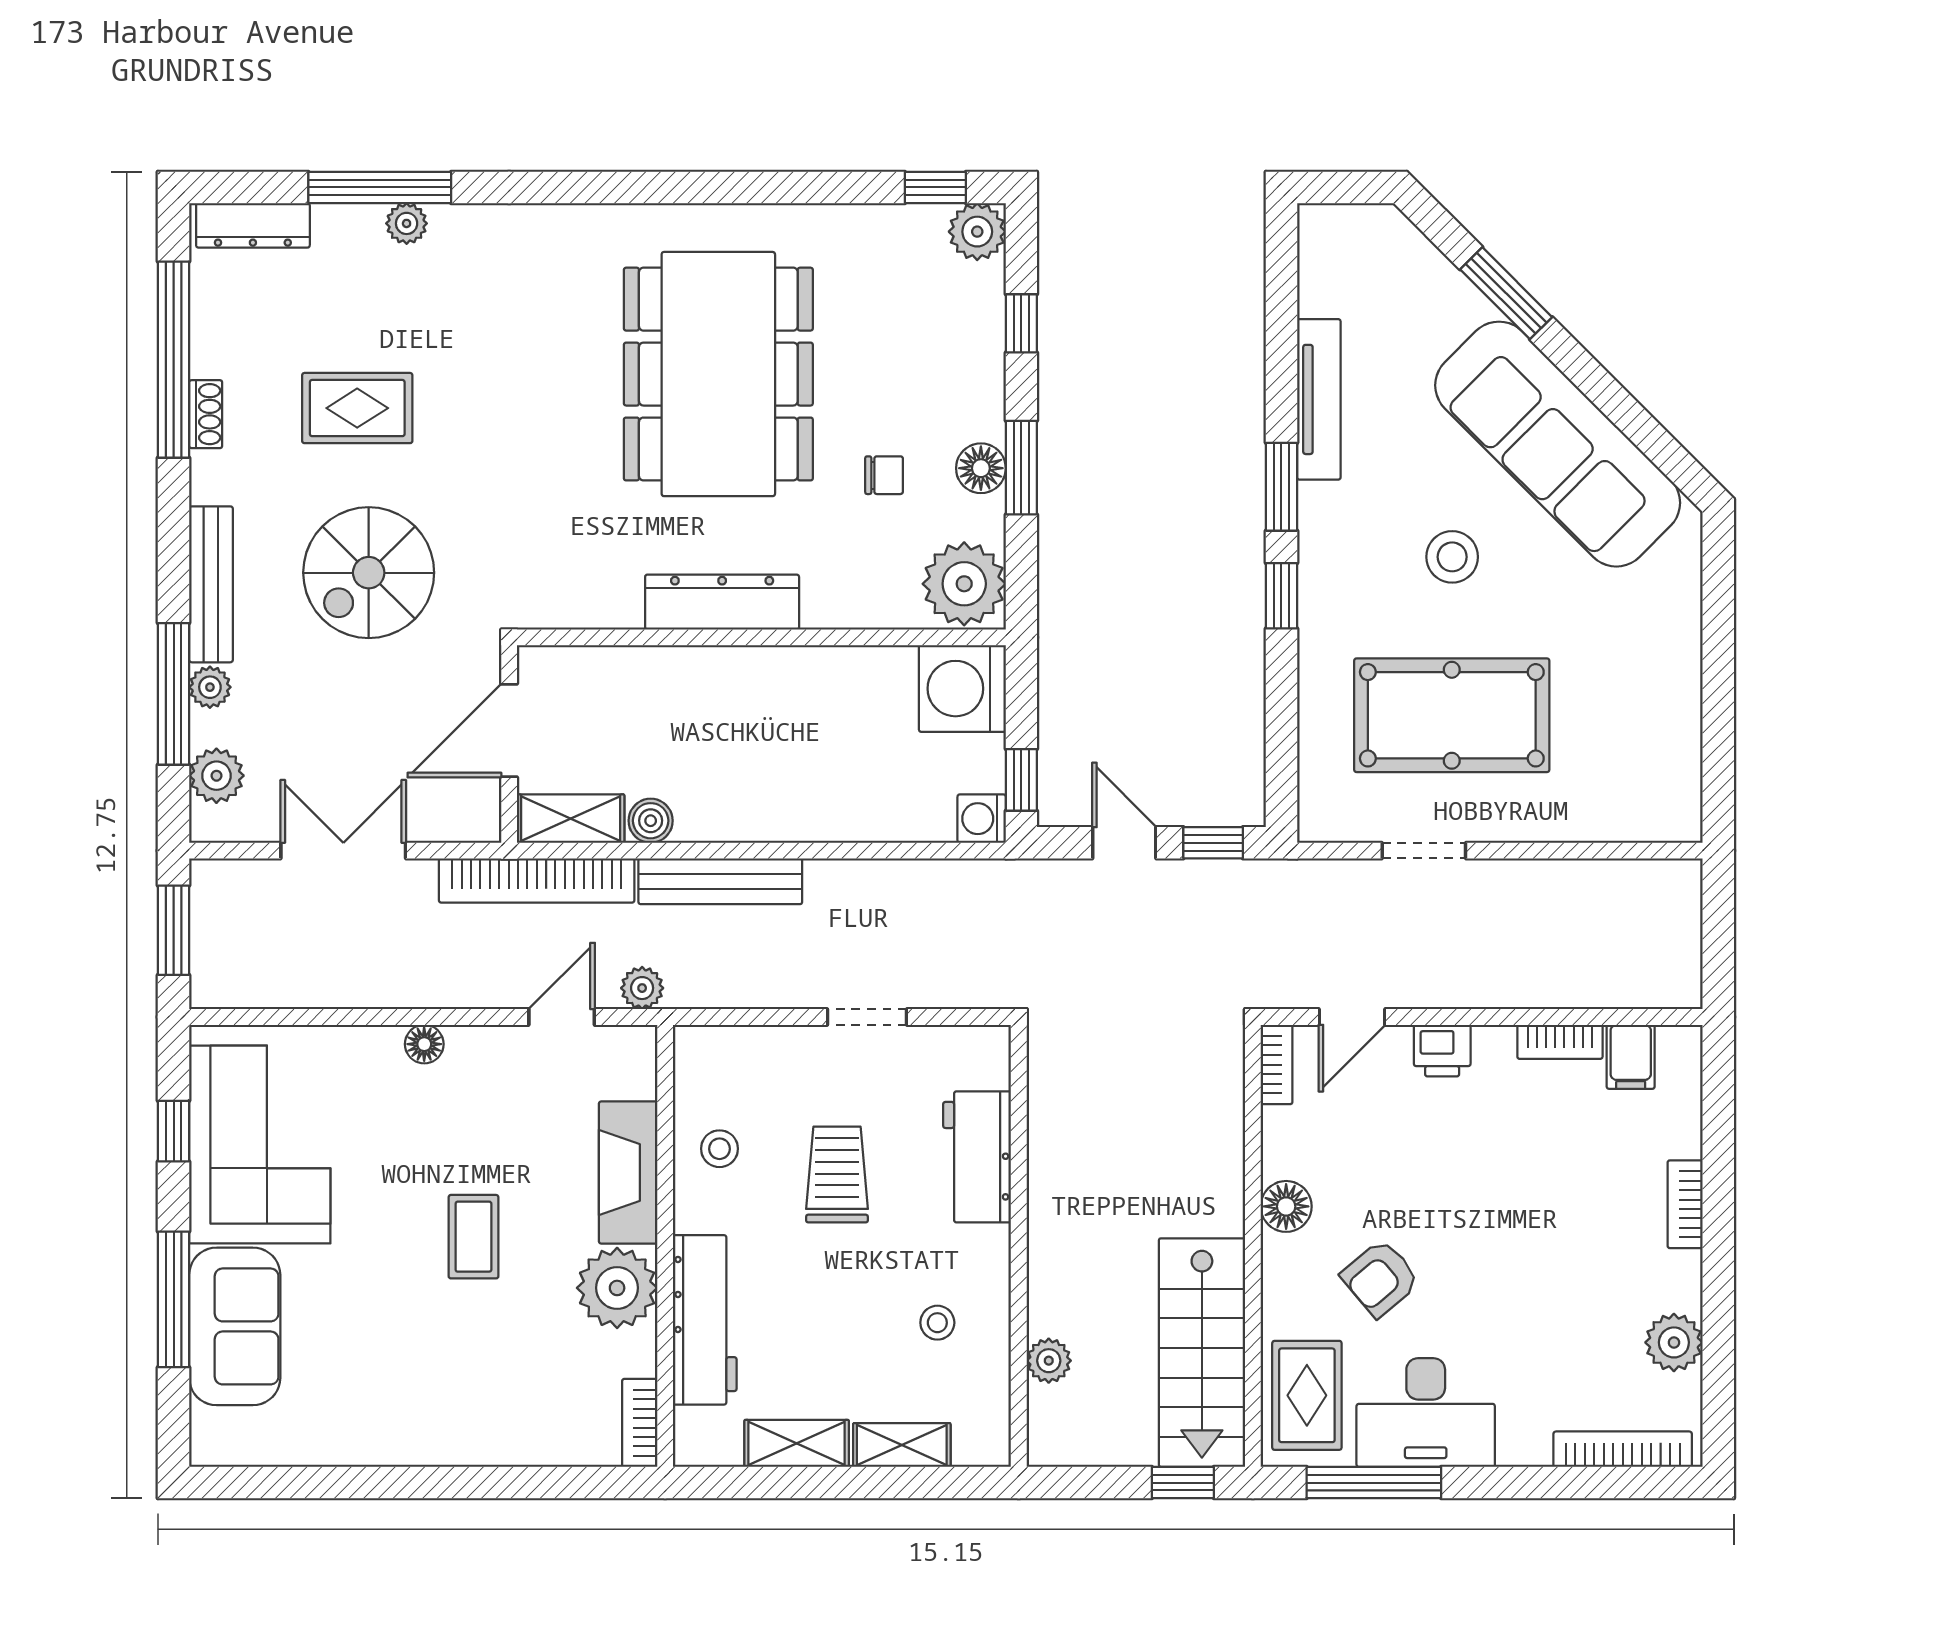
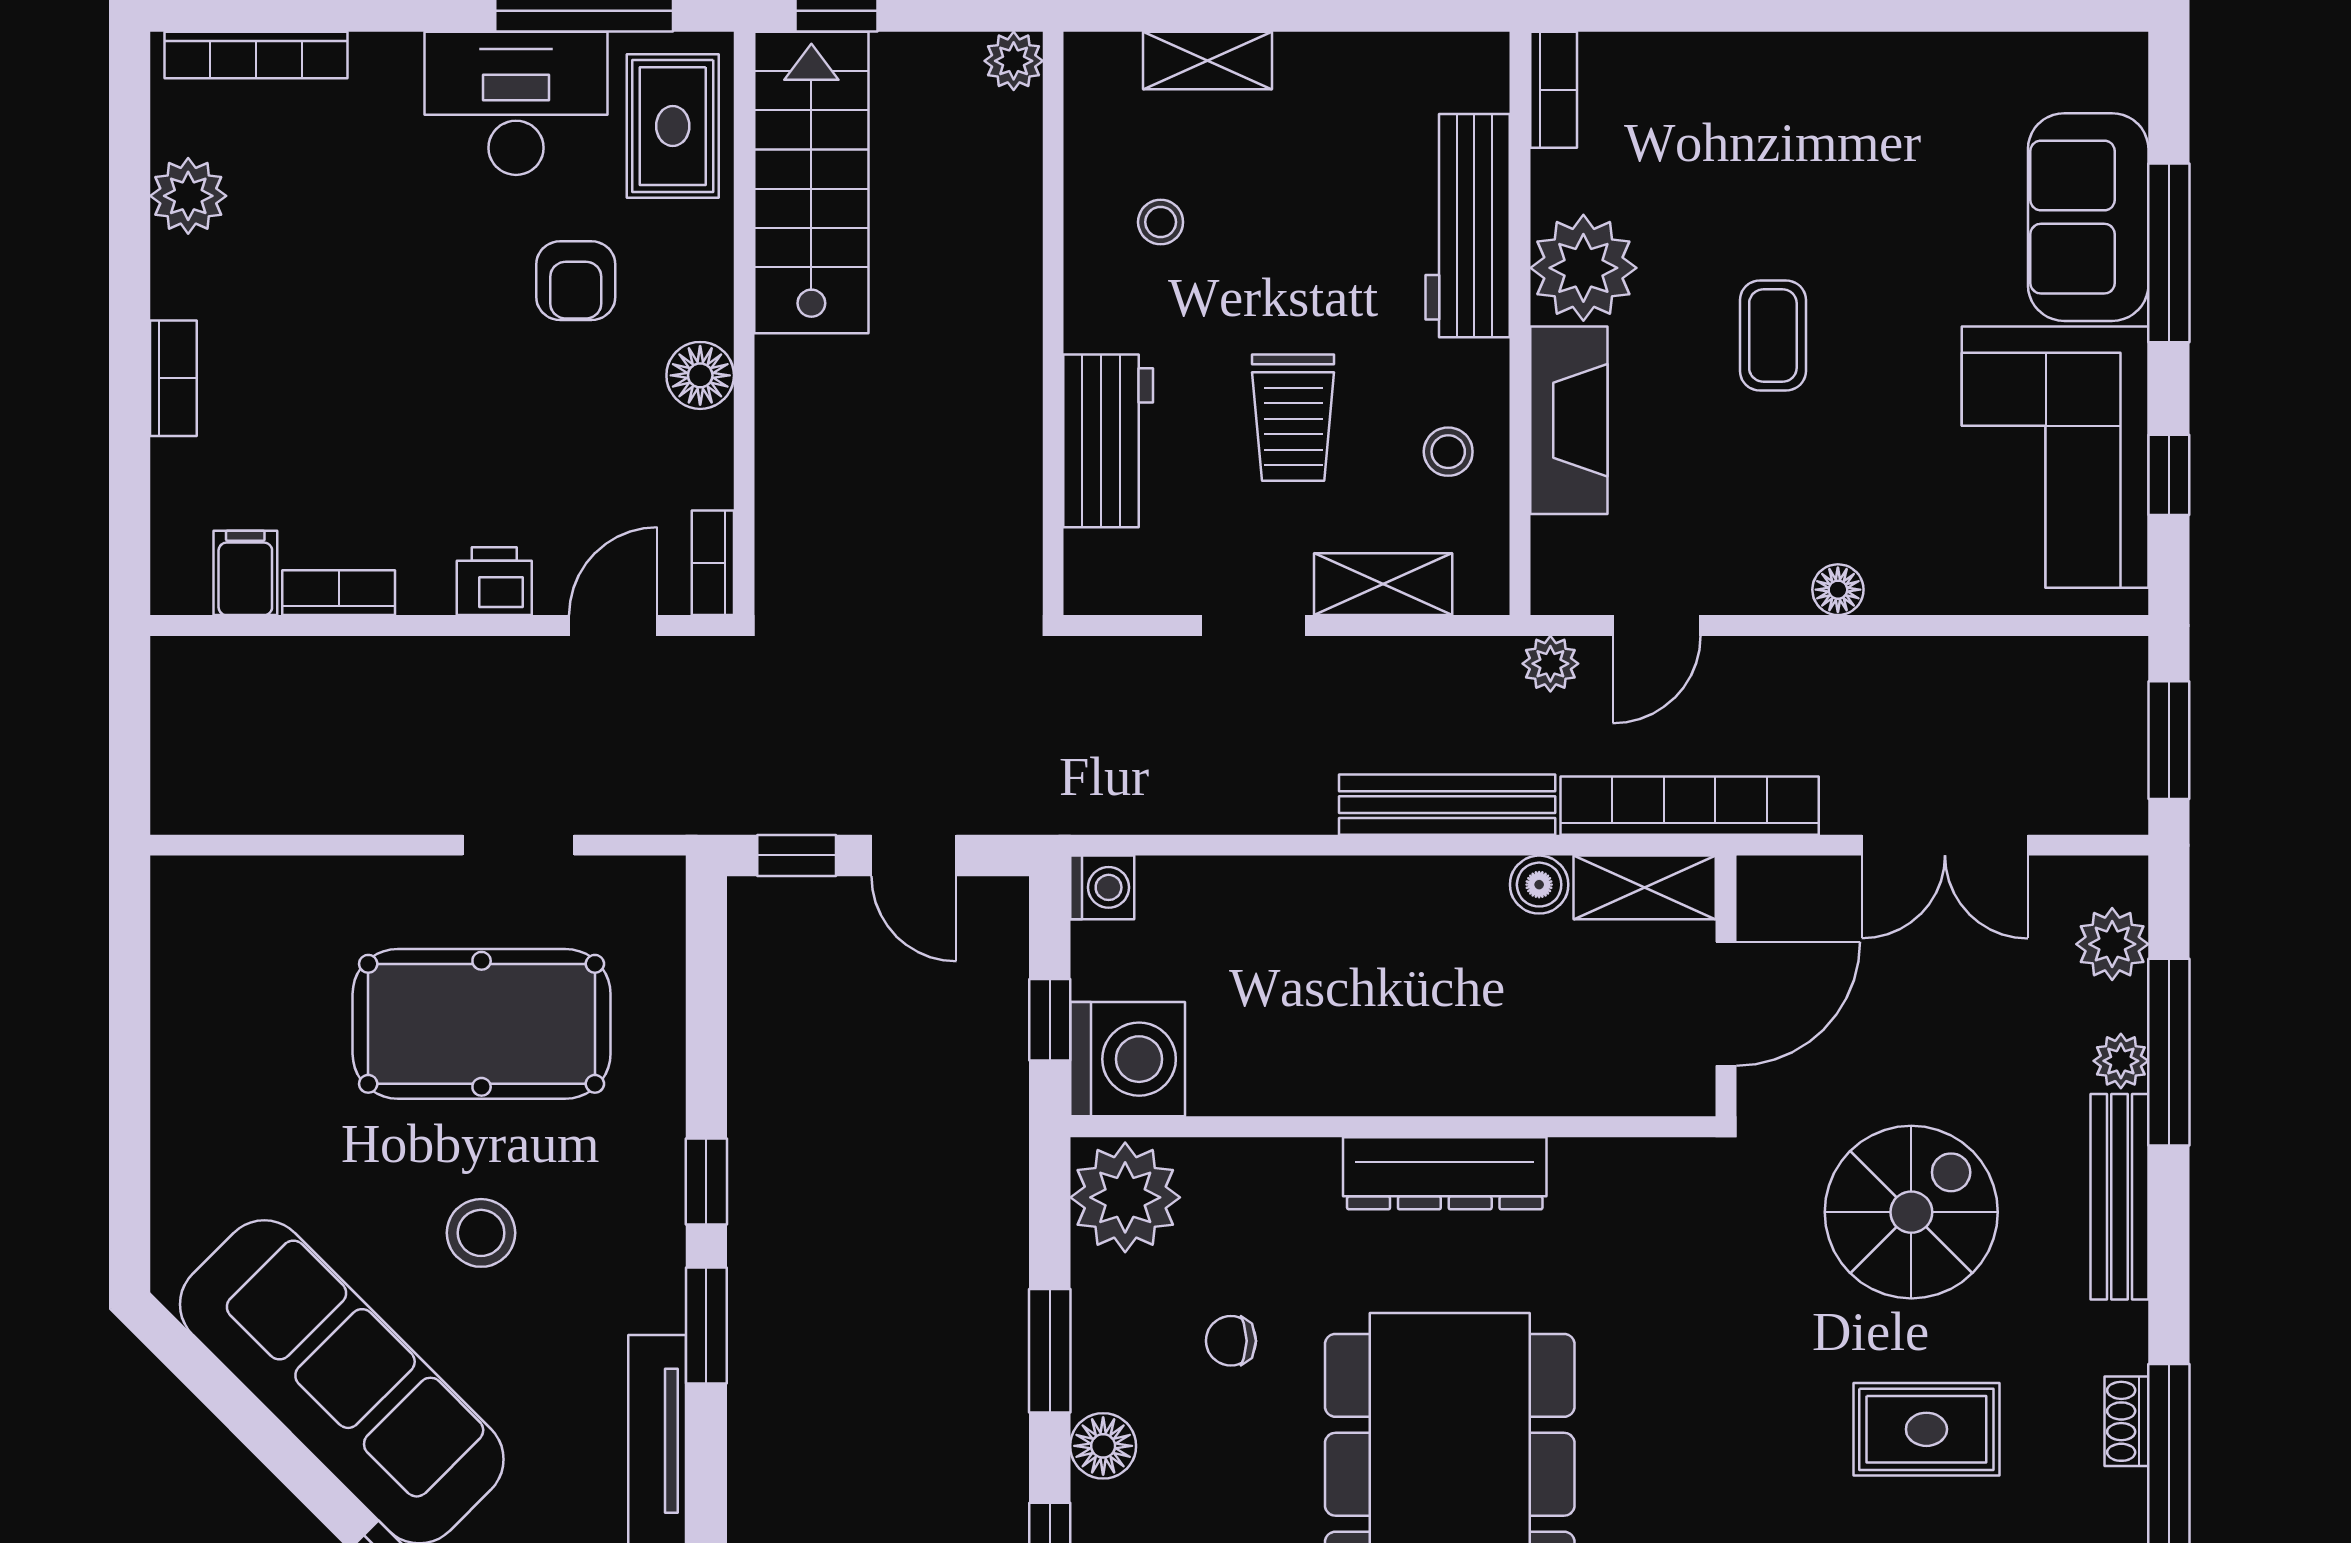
floor lamp: (981, 468) -> (1103, 1446), moved
window: (1021, 780) -> (1050, 1020), moved
armchair: (1380, 1278) -> (576, 281), turned 130
plant: (1049, 1361) -> (1014, 61), moved
shelving: (797, 1443) -> (1383, 584), moved

